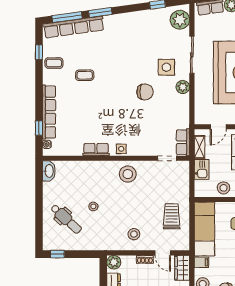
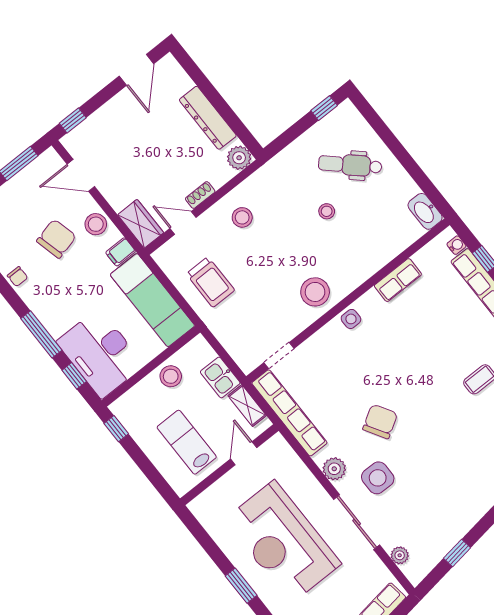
plant: (180, 20) -> (400, 555), width x0.53, depth x0.53
chair: (145, 92) -> (380, 421), turned 149
row of seats: (183, 142) -> (290, 413), width x2.02
row of seats: (96, 150) -> (398, 280), moved

